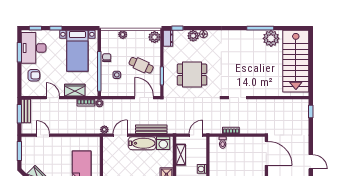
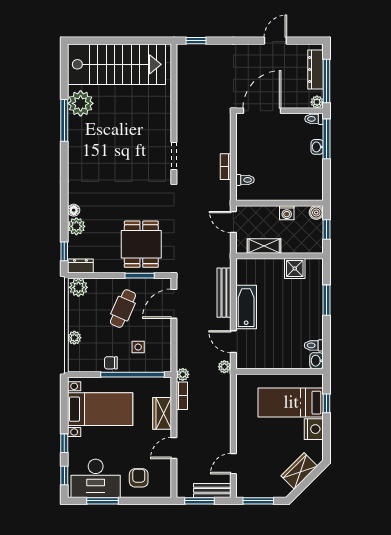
dining table: (192, 75) -> (141, 244), moved
bench: (26, 111) -> (212, 490), moved
washing machine: (163, 143) -> (246, 274), removed

